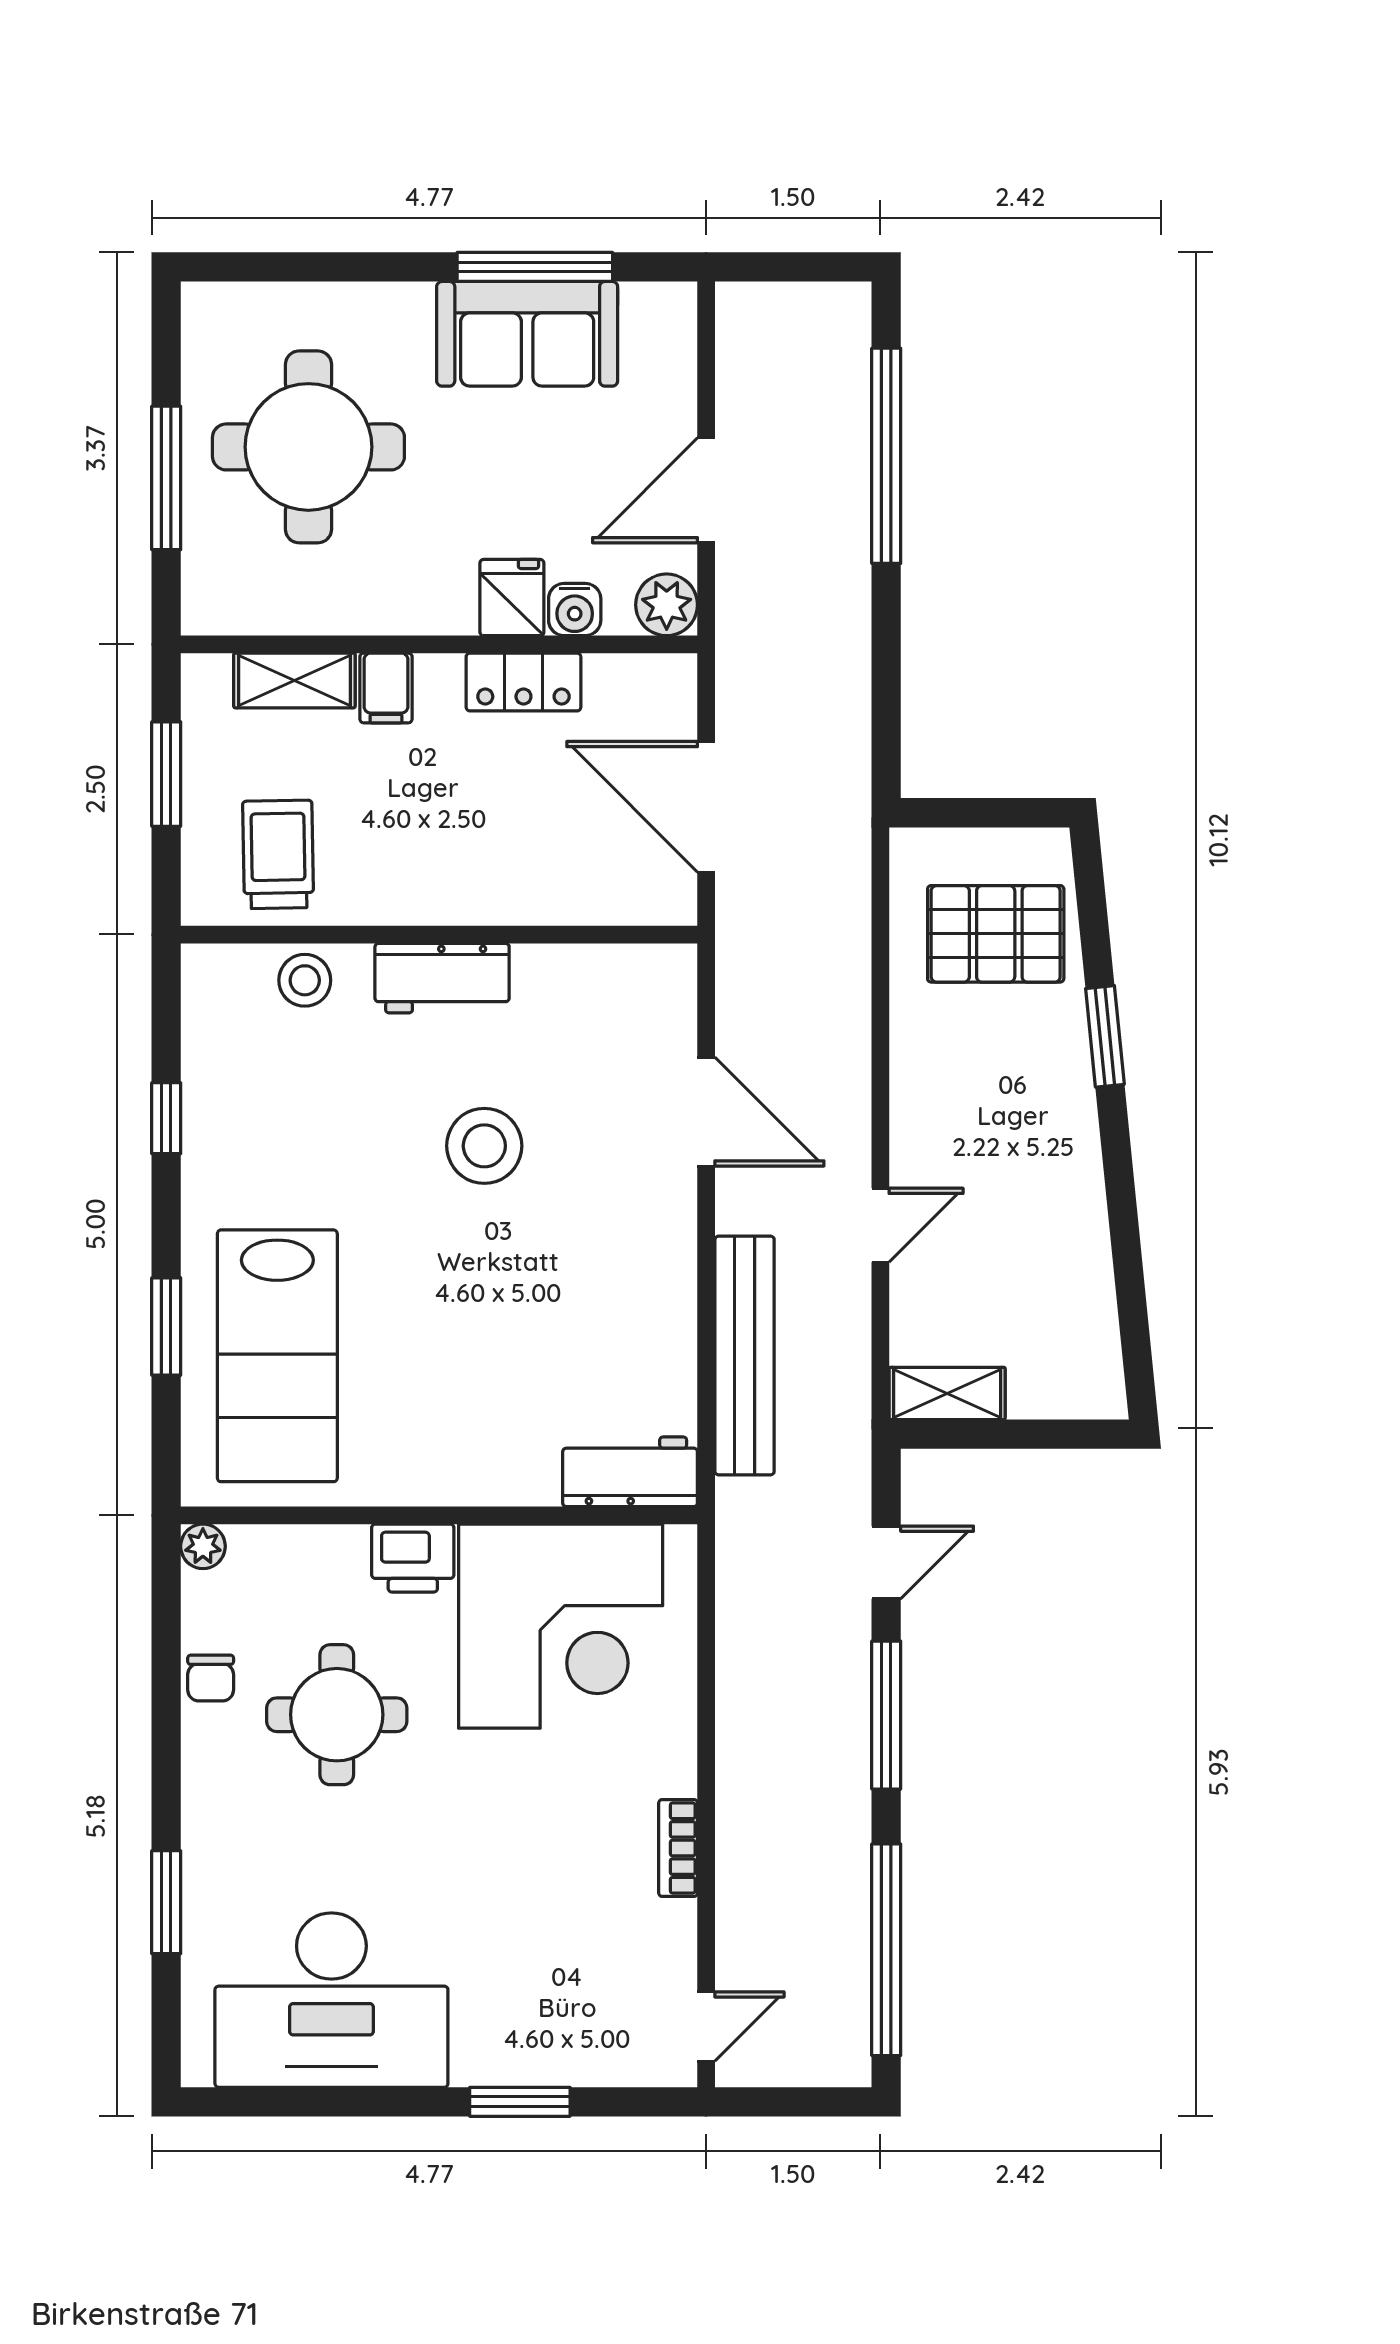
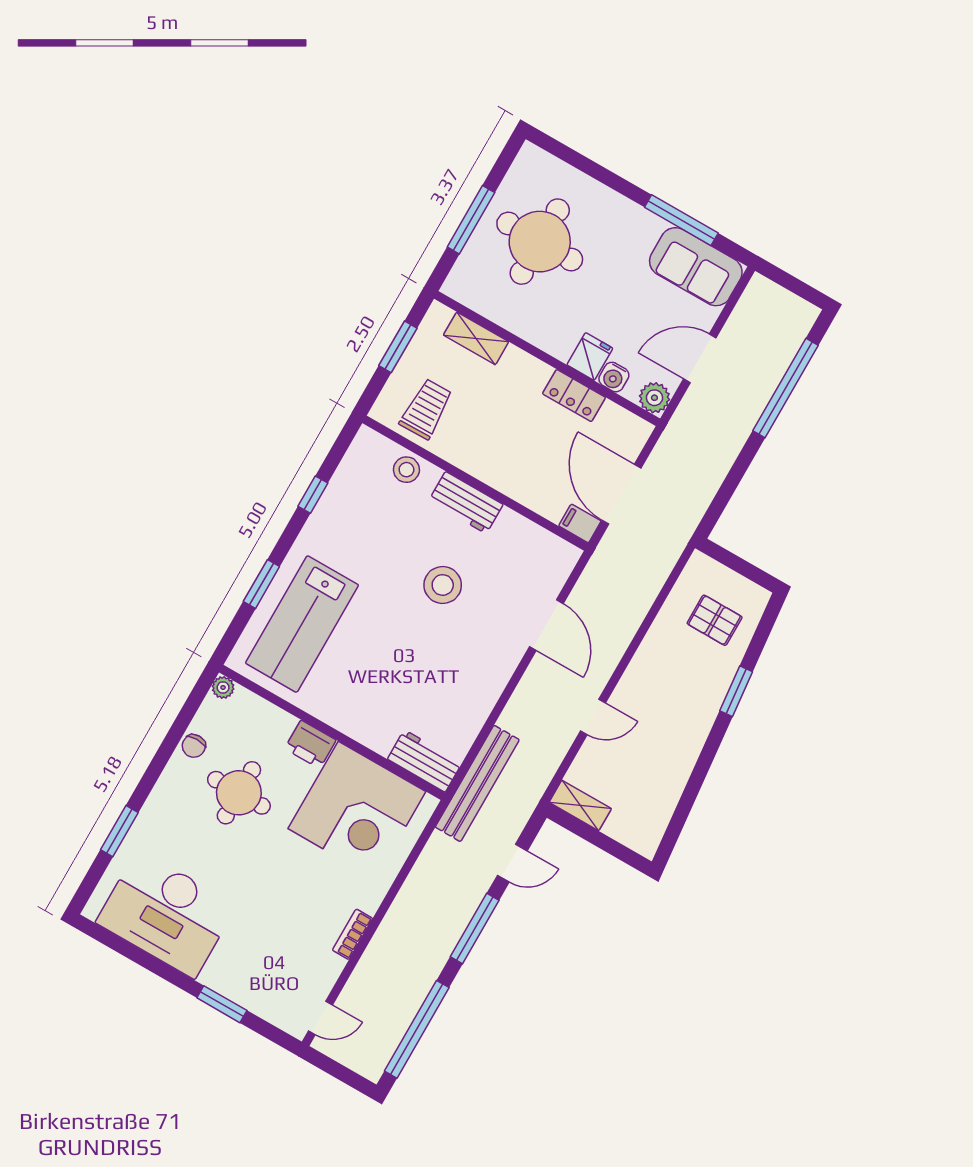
sofa: (527, 334) -> (696, 267), moved
filing cabinet: (386, 688) -> (580, 523), moved, turned 90
pallet: (996, 934) -> (715, 620), width x0.67, depth x0.71
bench: (745, 1355) -> (477, 783), moved

